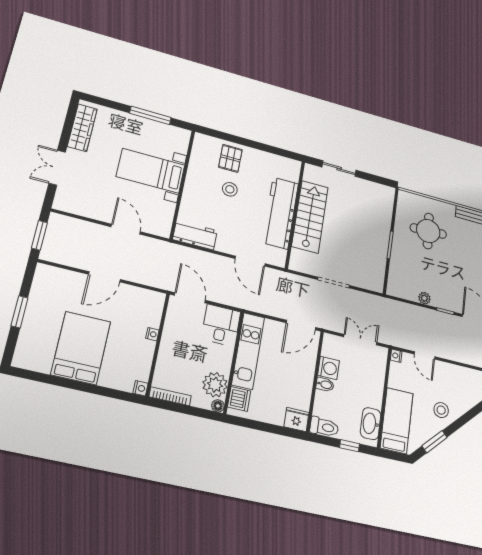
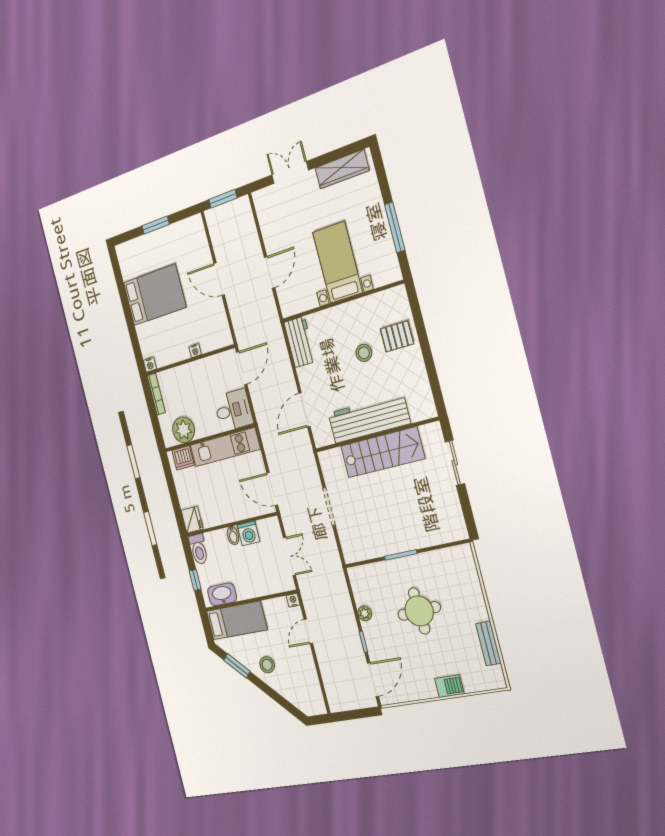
round table: (428, 231) -> (419, 611), moved
floor lamp: (218, 406) -> (169, 441), removed

